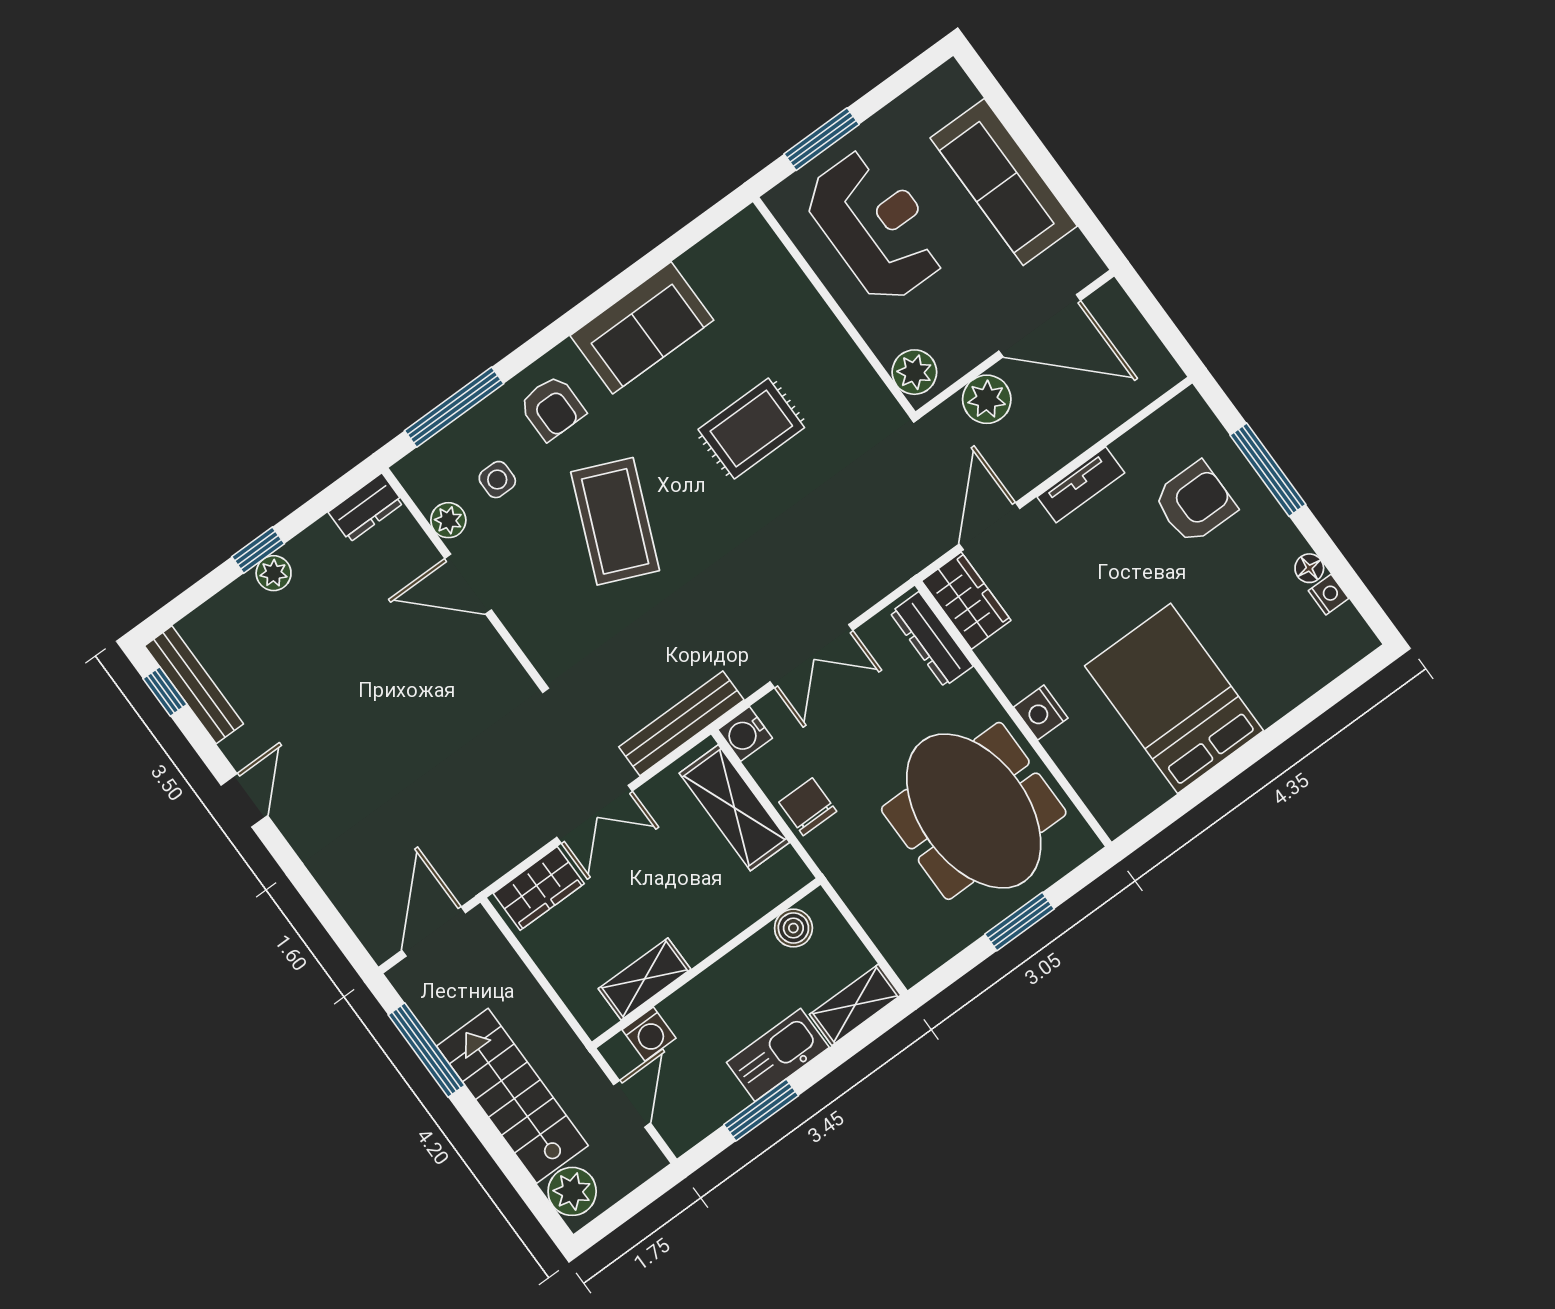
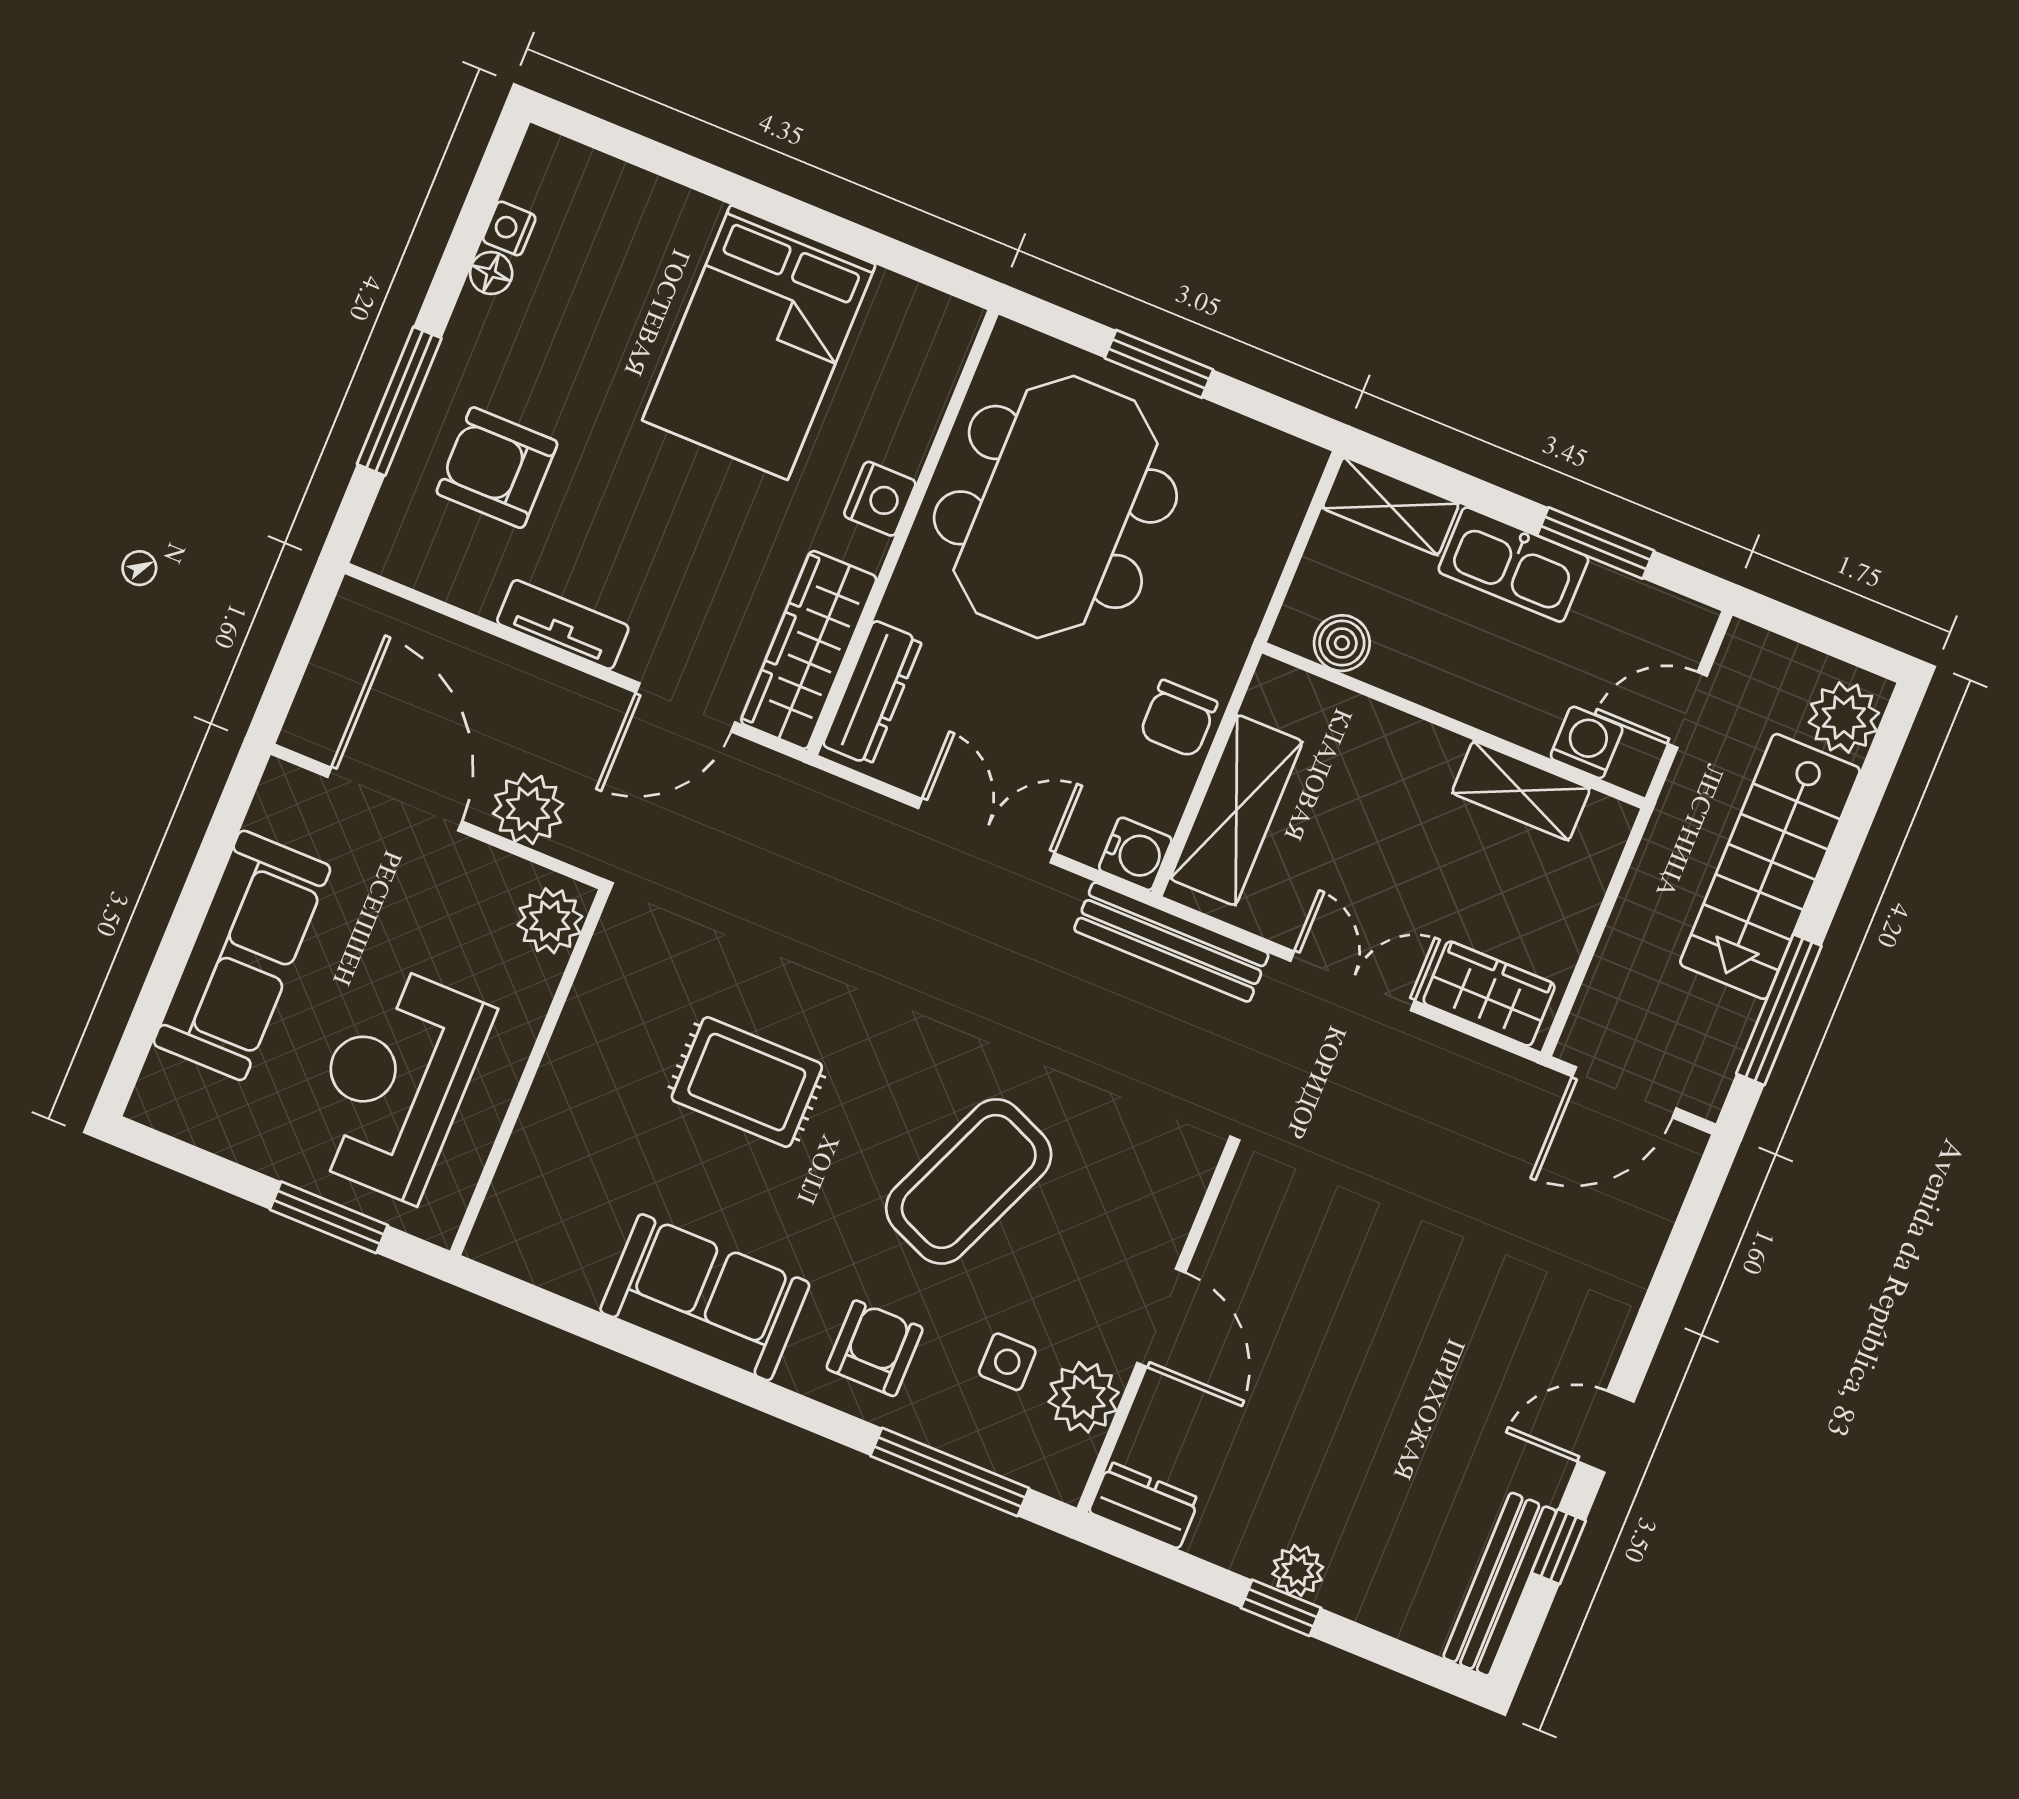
plant: (448, 520) -> (1084, 1397), width x1.38, depth x1.38
wardrobe: (966, 601) -> (809, 650), width x1.50
window: (165, 691) -> (1559, 1547), moved

